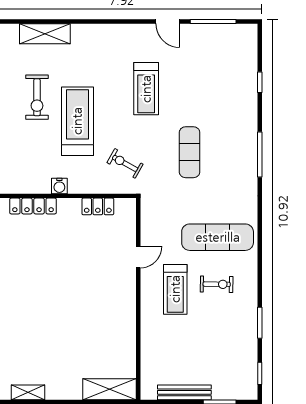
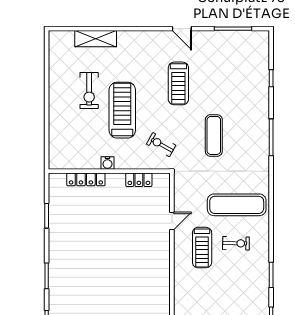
door: (168, 22) -> (182, 29), moved

